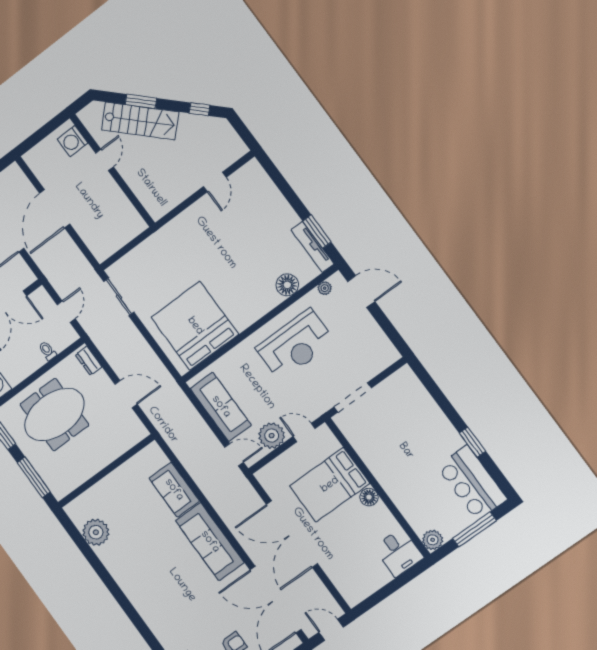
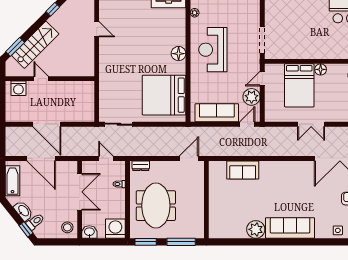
window: (141, 101) -> (15, 47), moved
floor lamp: (287, 285) -> (179, 54), moved
reception desk: (295, 345) -> (213, 50), turned 180
door: (126, 394) -> (189, 158), moved
plant: (96, 532) -> (256, 229), moved
double door: (292, 534) -> (311, 124), width x0.54
sofa: (210, 542) -> (290, 228), moved, turned 180

